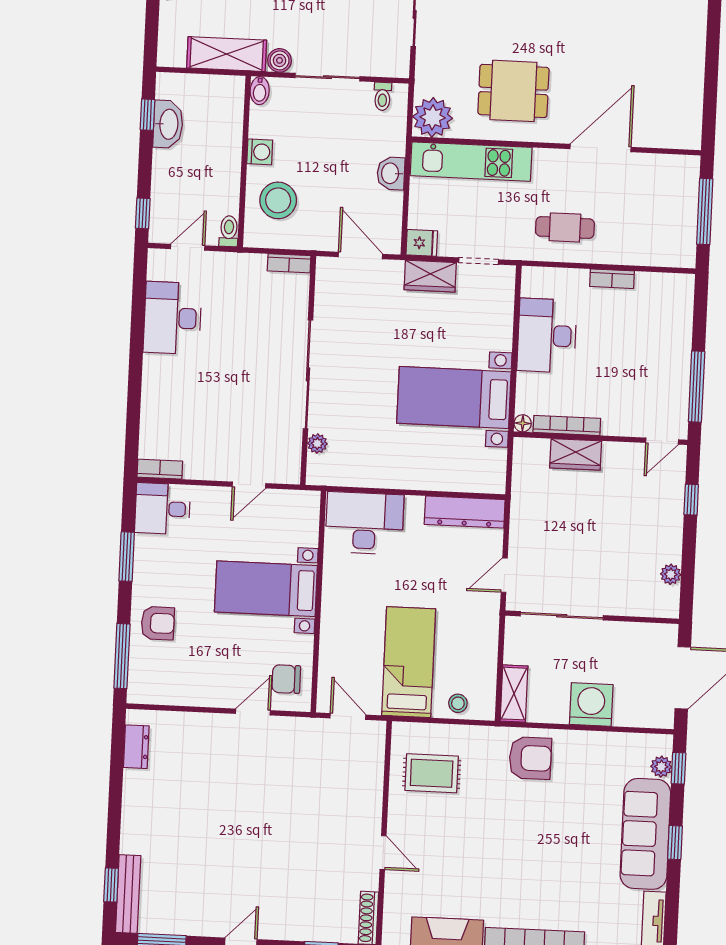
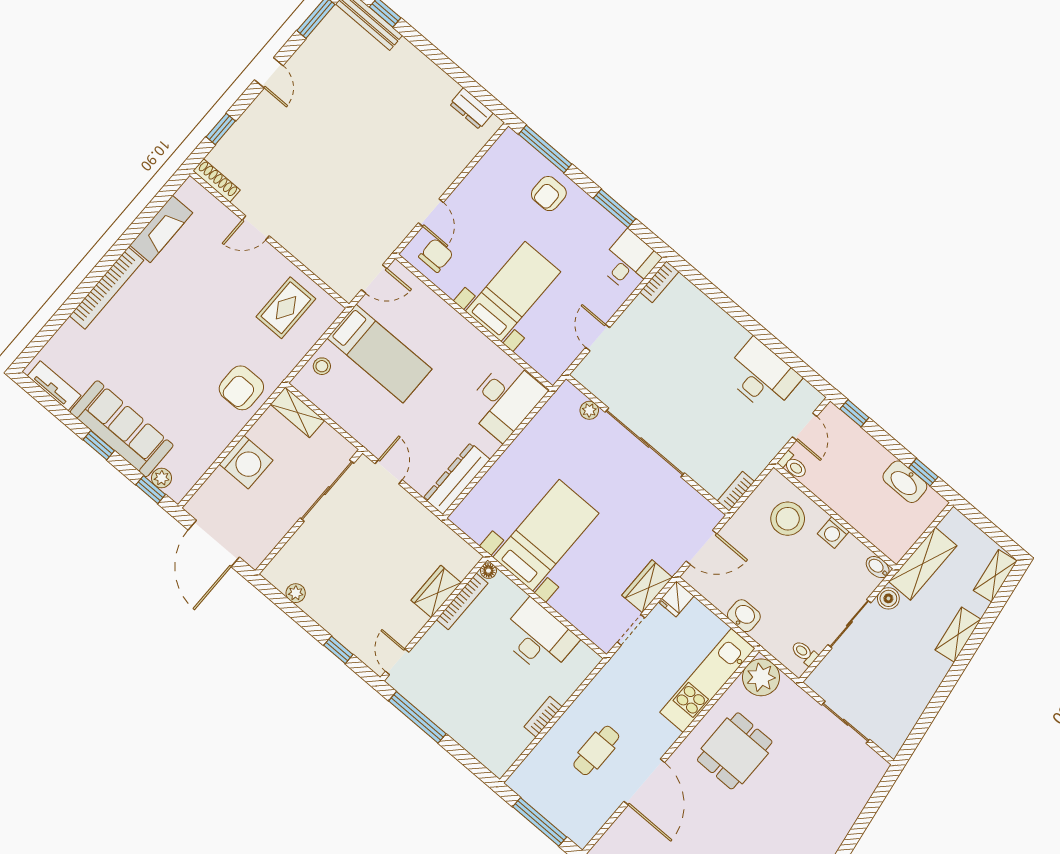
cafe table: (565, 227) -> (596, 750), moved

